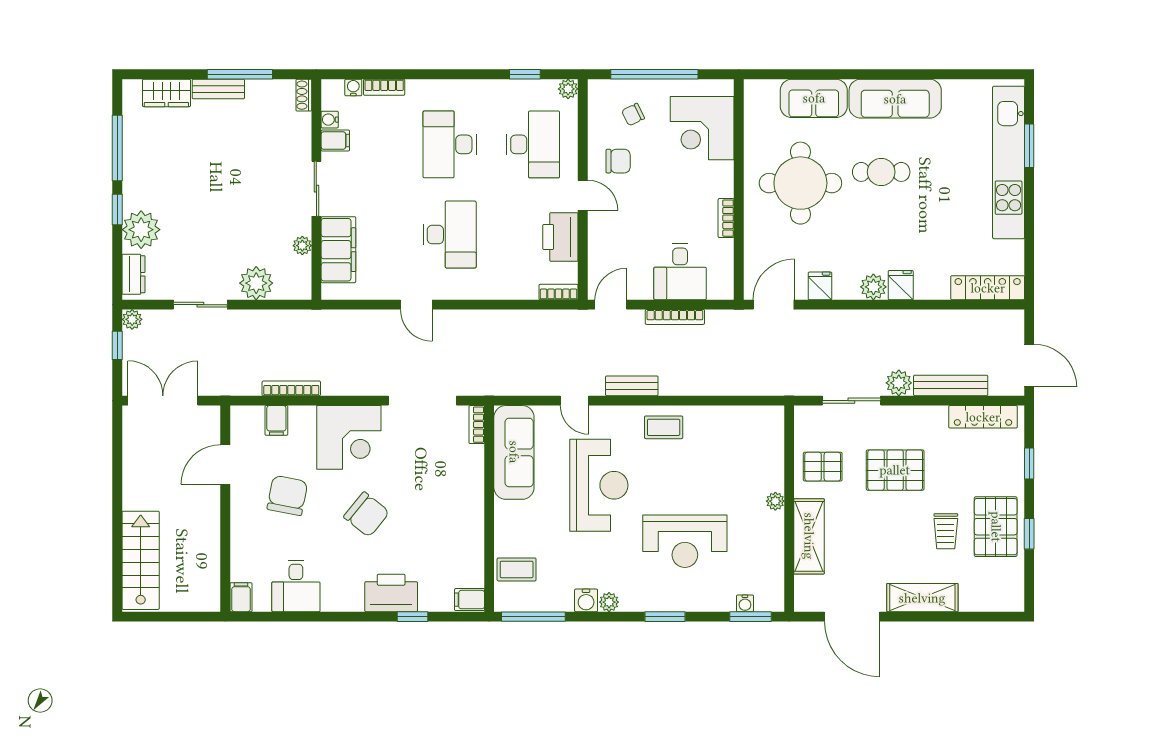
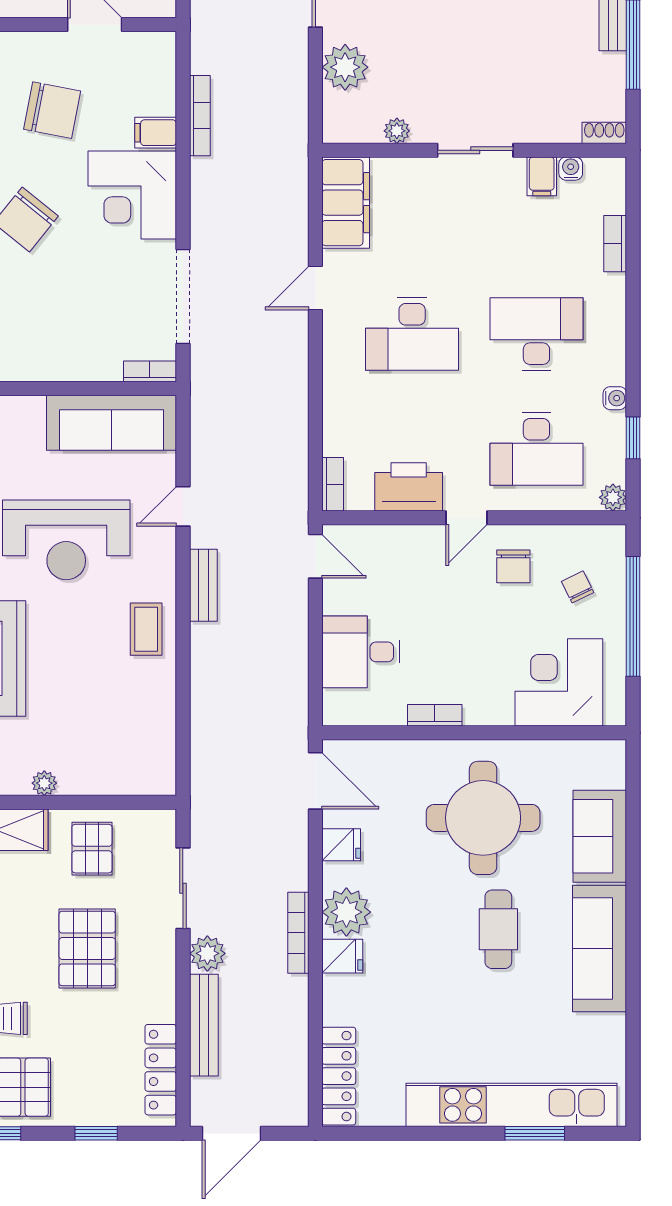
water cooler: (353, 87) -> (615, 398), moved
filing cabinet: (338, 250) -> (346, 203), moved, turned -90
plant: (873, 287) -> (346, 912), width x1.36, depth x1.36
bookcase: (675, 317) -> (298, 933), moved
filing cabinet: (276, 420) -> (156, 133), moved

